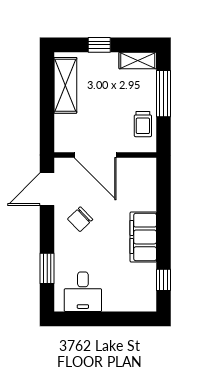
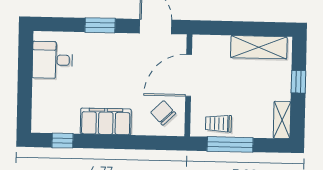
window: (163, 94) -> (230, 144), moved
chair: (80, 219) -> (163, 113), moved
window: (47, 268) -> (100, 25), moved

